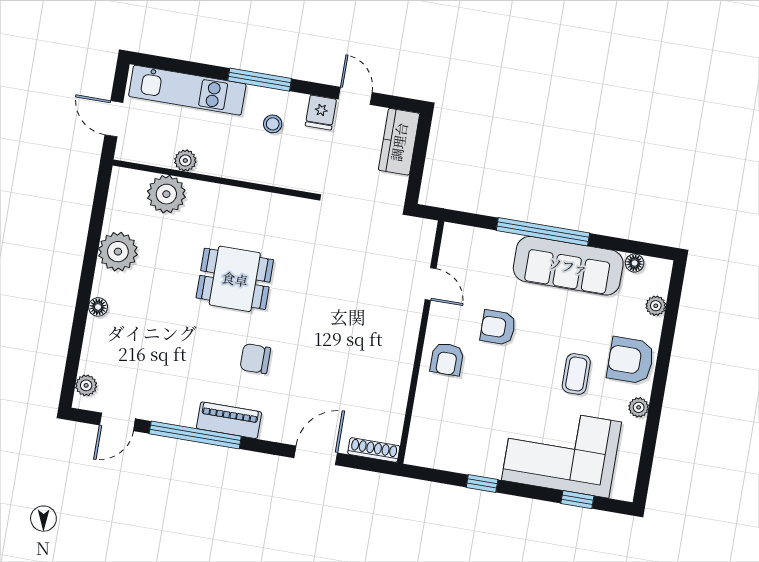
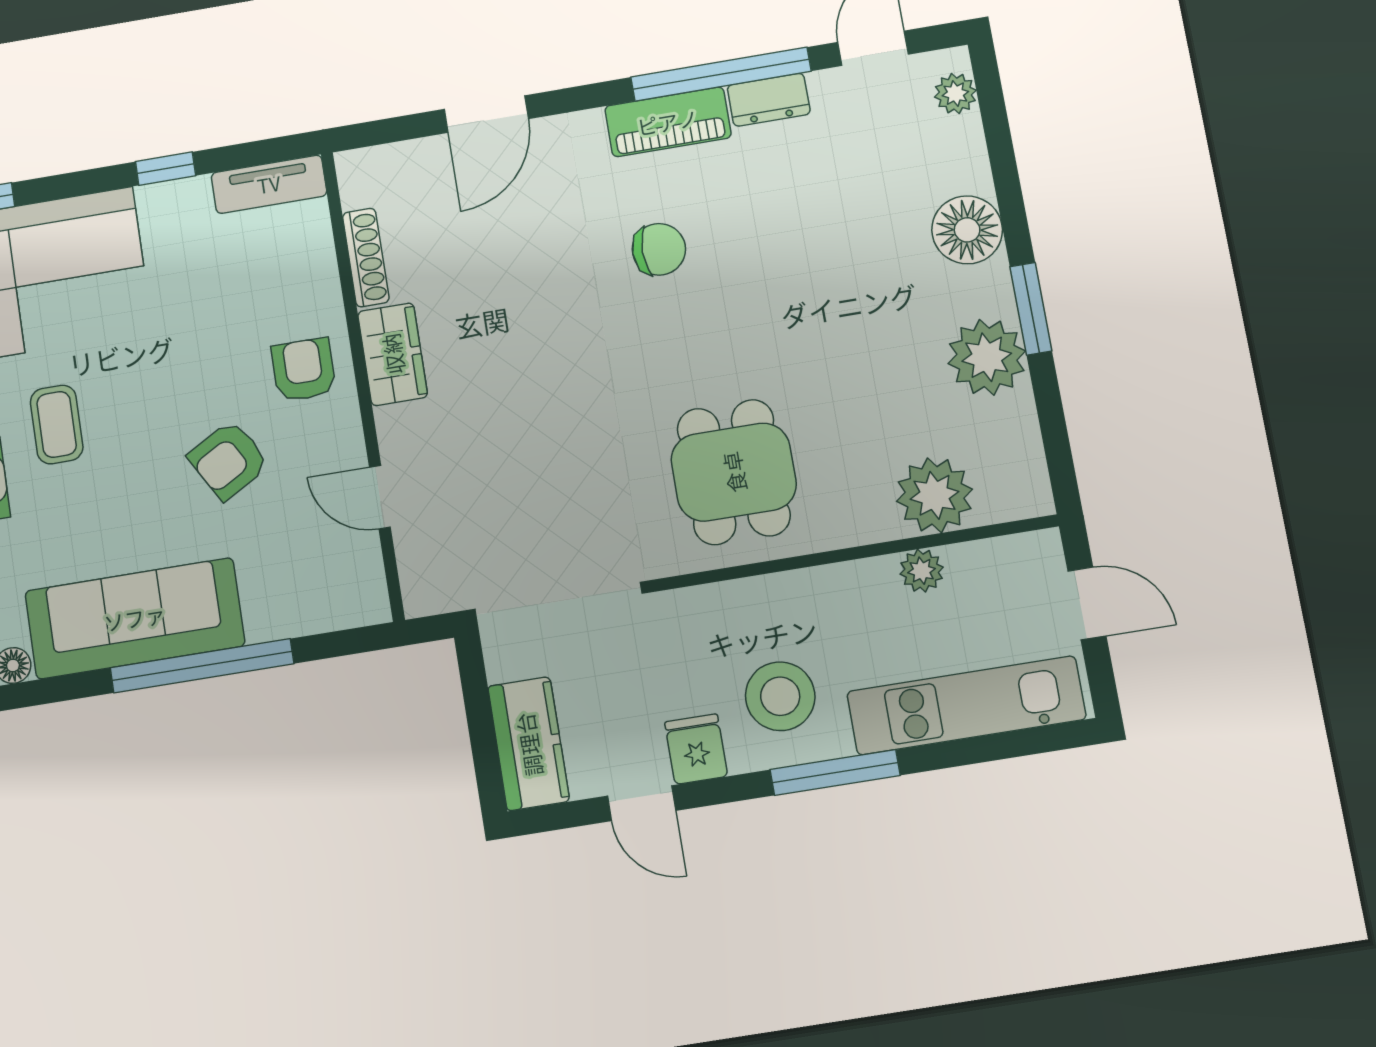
stool: (273, 124) -> (780, 696), width x1.89, depth x1.89
window: (89, 268) -> (1031, 309), added
dining table: (235, 279) -> (734, 472), moved, turned 90
floor lamp: (98, 307) -> (967, 230), width x1.89, depth x1.89
armchair: (498, 327) -> (228, 460), turned 150
wardrobe: (401, 352) -> (393, 354), added
dresser: (177, 414) -> (769, 100), added
shoe rack: (374, 450) -> (366, 258), moved, turned -90
tv unit: (434, 458) -> (269, 184), added

